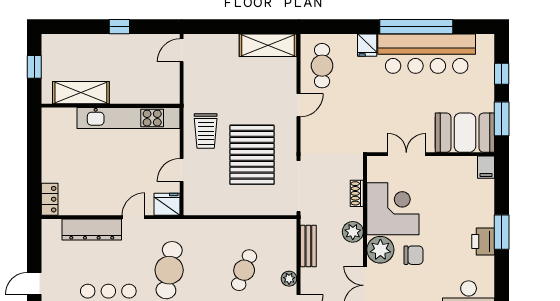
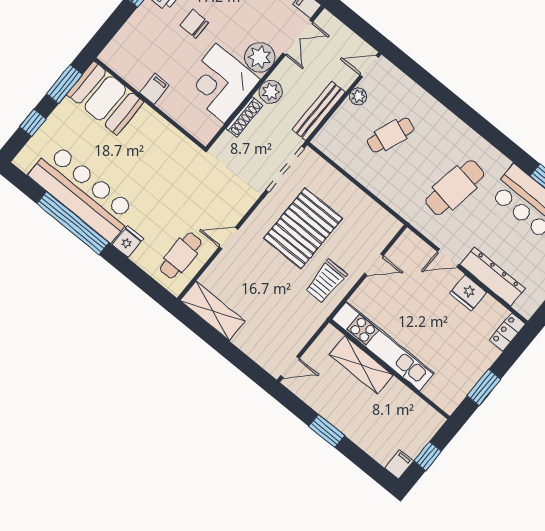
window: (119, 27) -> (327, 431), width x1.50
filing cabinet: (50, 45) -> (399, 464), added
shelving: (81, 93) -> (361, 365), moved
trolley: (206, 131) -> (326, 281), turned 180
window: (34, 147) -> (484, 387), added
double door: (406, 154) -> (171, 121), removed
filing cabinet: (486, 167) -> (154, 89), moved
shoe rack: (357, 193) -> (244, 117), width x1.43
fridge: (167, 204) -> (468, 293), moved
bench: (308, 246) -> (319, 111), width x1.36
chair: (414, 255) -> (194, 24), moved

